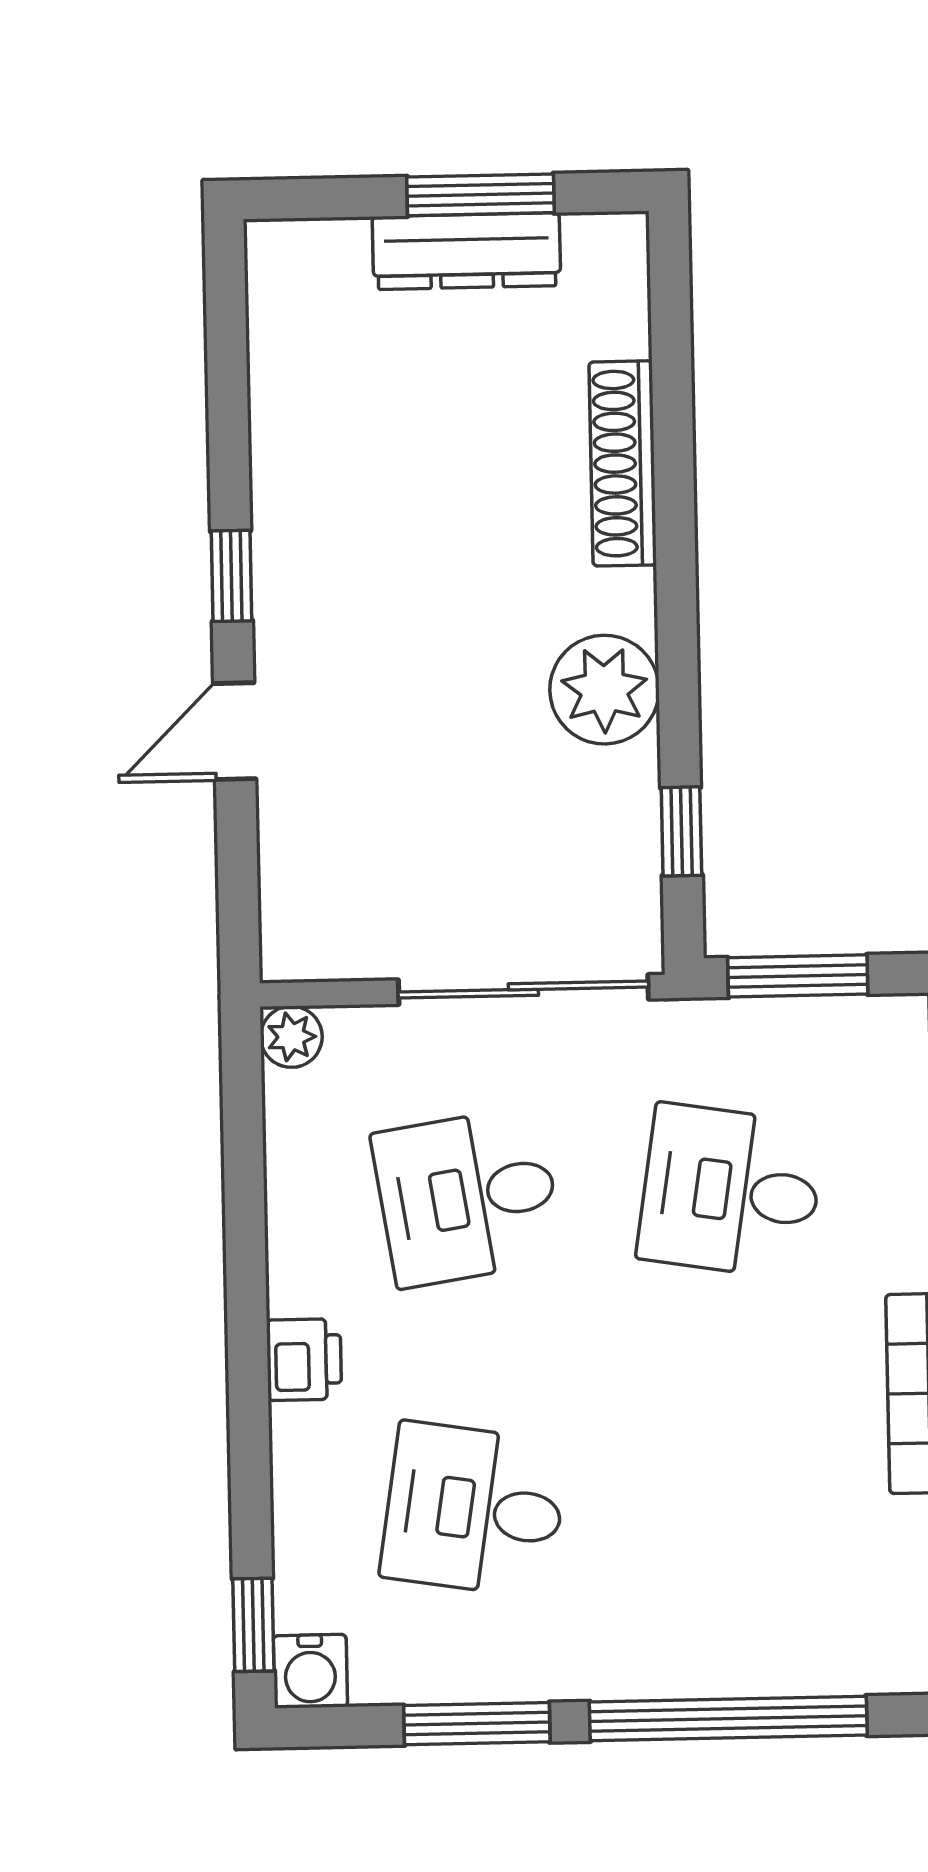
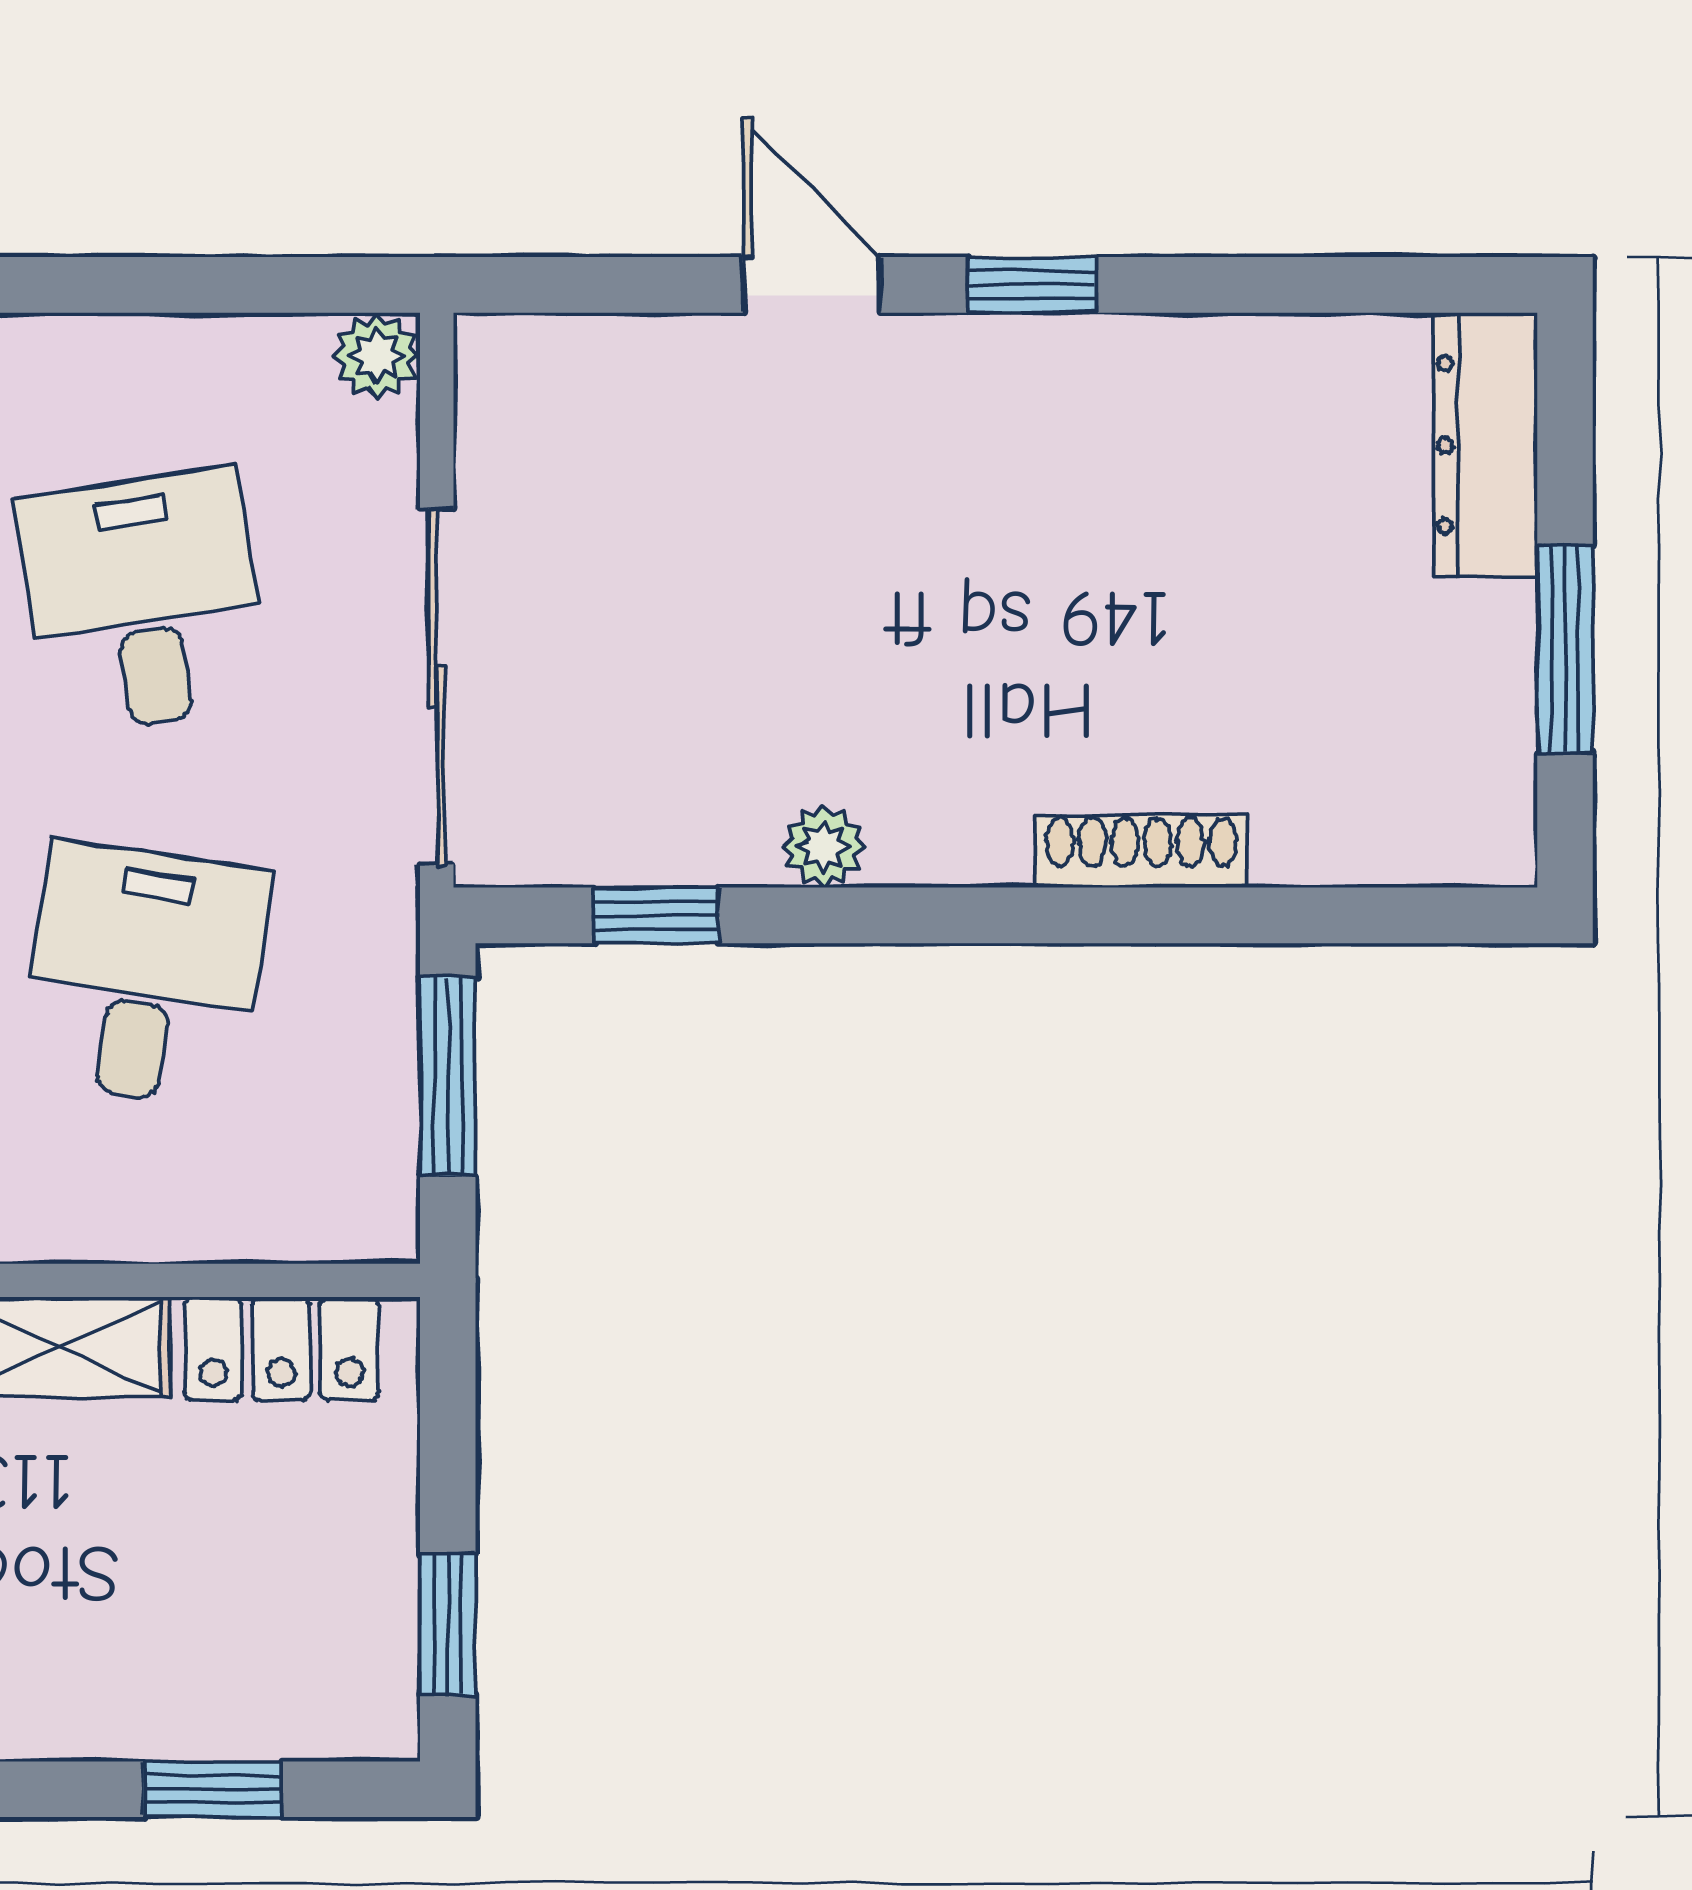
dresser: (466, 251) -> (1485, 445), moved
shoe rack: (623, 463) -> (1141, 851), width x0.74, depth x0.81
plant: (604, 690) -> (824, 846), width x0.53, depth x0.53

